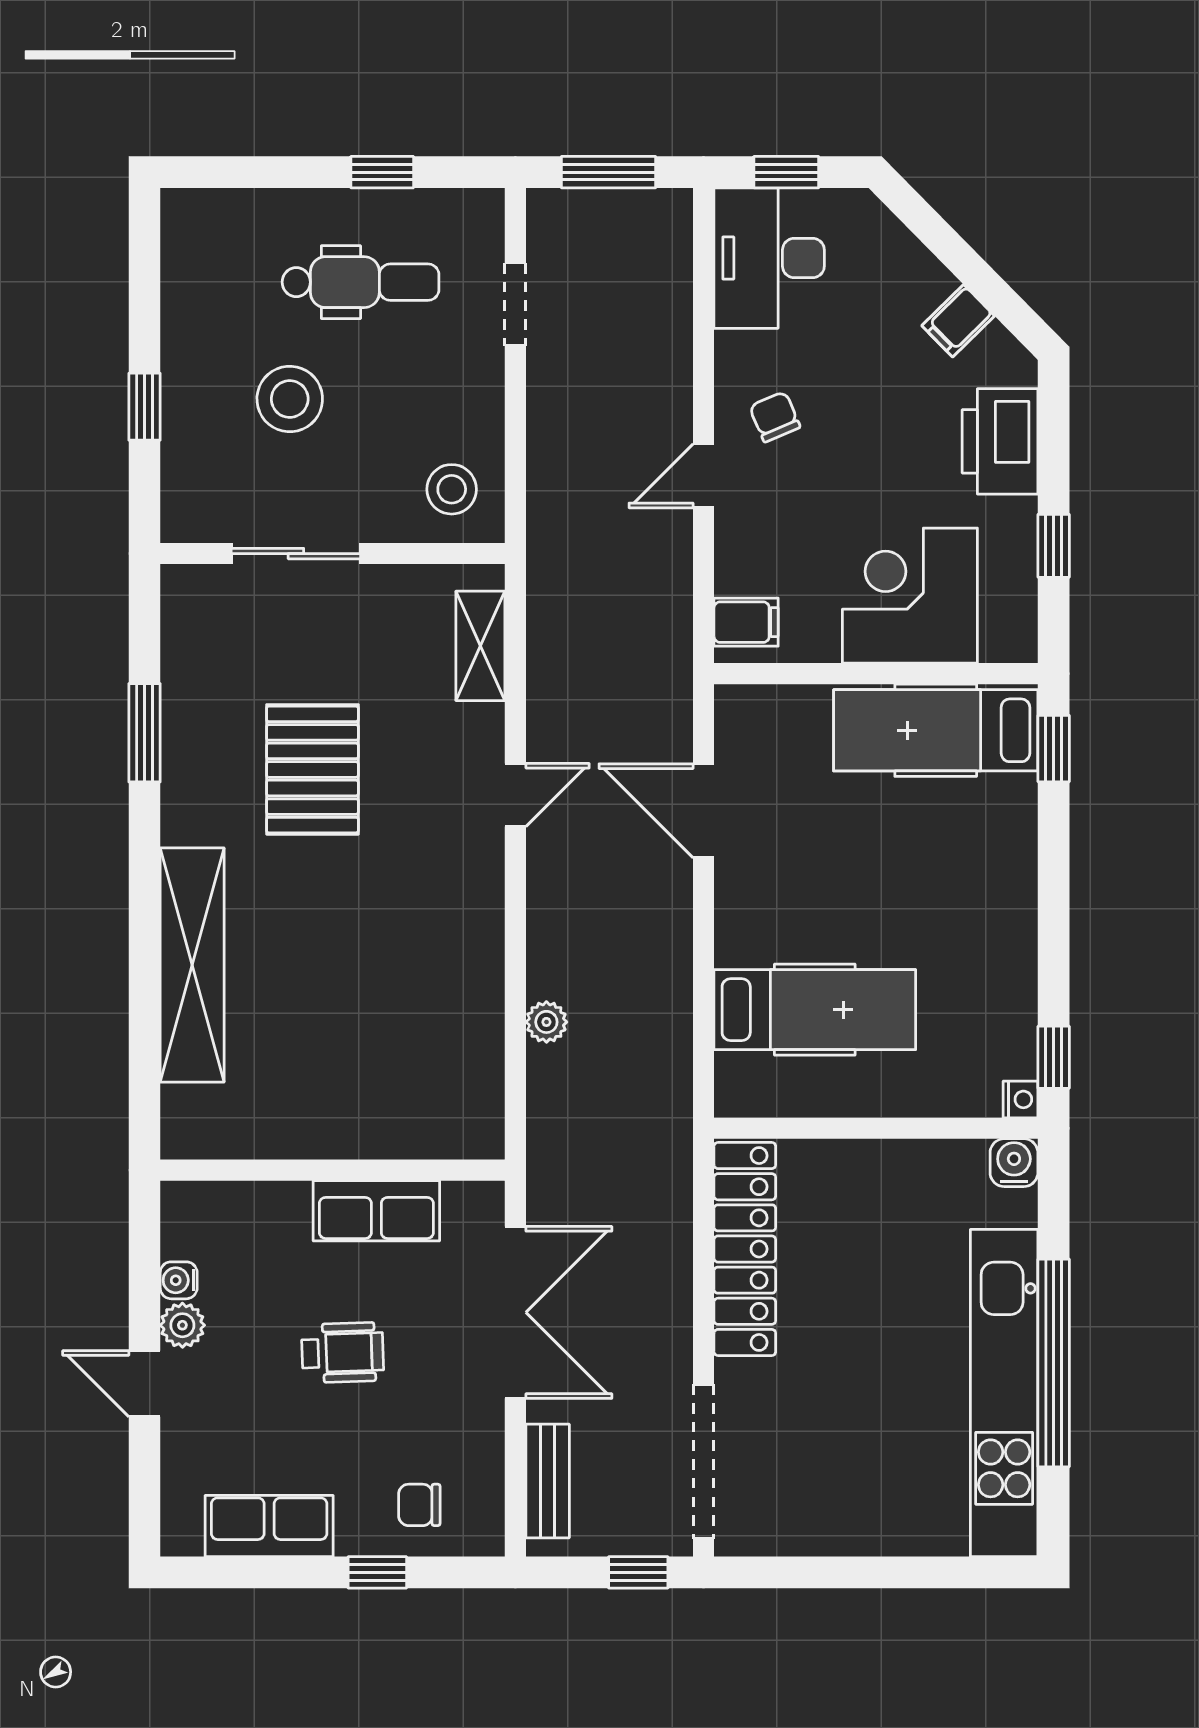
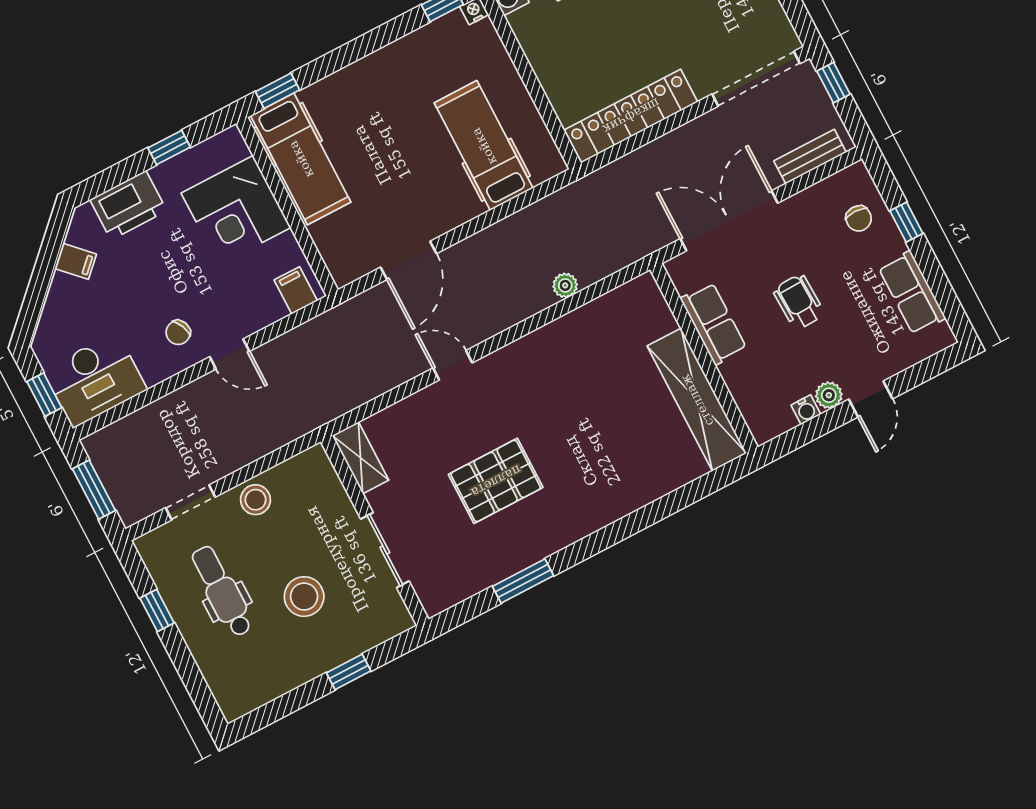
stool: (452, 489) -> (256, 500), moved
shelving: (480, 646) -> (360, 458), moved, turned 90
shelving: (192, 965) -> (697, 400), moved, turned 90

